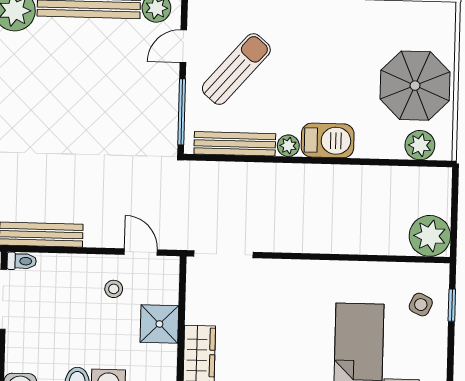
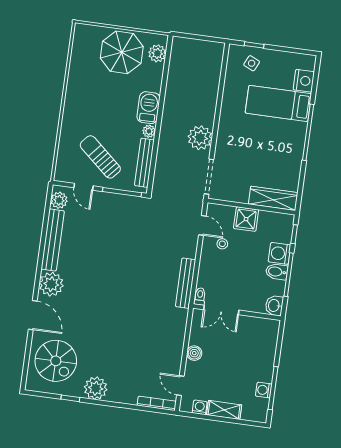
plant: (430, 236) -> (200, 138), moved
door: (141, 252) -> (202, 225), swing flipped

